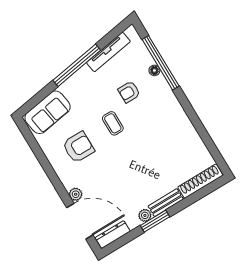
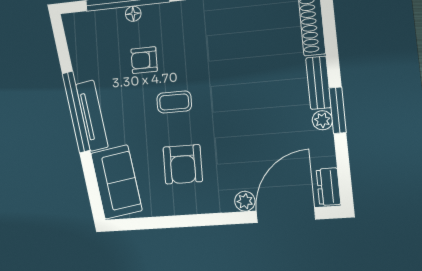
tv unit: (108, 52) -> (92, 115), moved
armchair: (129, 92) -> (144, 60), turned 90
armchair: (78, 147) -> (183, 164), turned 180
dresser: (113, 234) -> (328, 187), width x0.70

